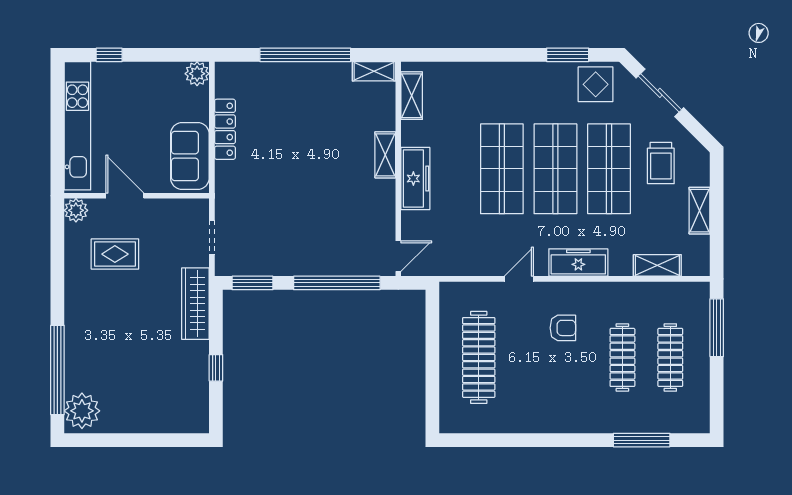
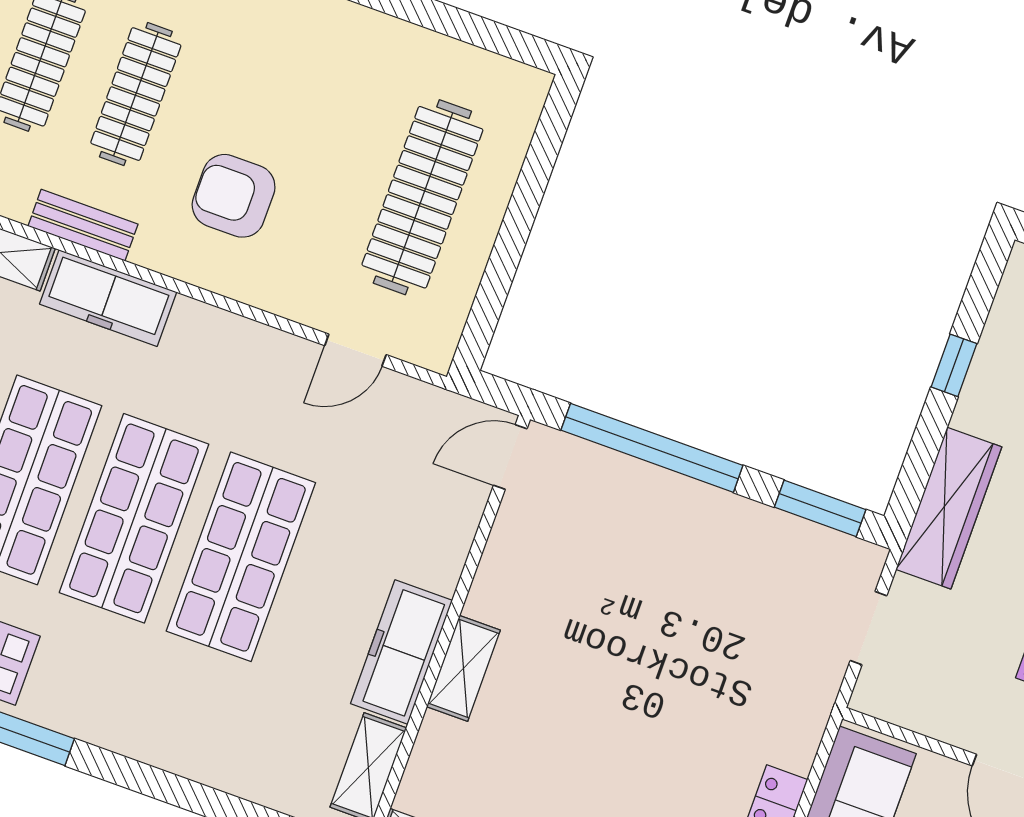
freezer: (415, 179) -> (401, 652), moved
freezer: (578, 262) -> (108, 298), moved
door: (519, 279) -> (355, 350), moved
bench: (625, 291) -> (83, 225), added
armchair: (563, 328) -> (234, 196), width x1.38, depth x1.38

